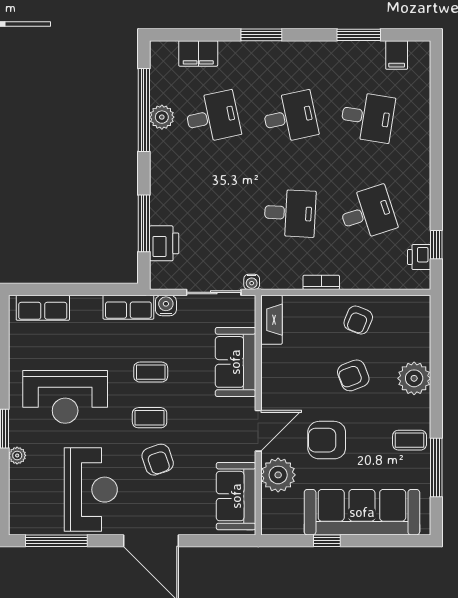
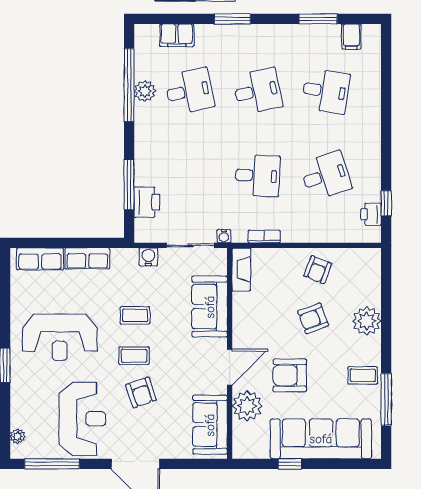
bookcase: (321, 282) -> (264, 237), moved
row of seats: (128, 307) -> (87, 258), moved
plant: (17, 455) -> (18, 436), moved

